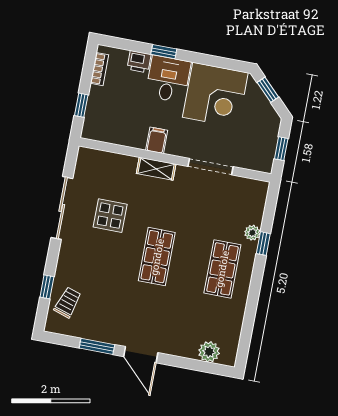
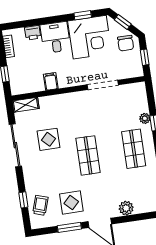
window: (164, 52) -> (83, 15), moved
chair: (262, 120) -> (126, 43), added
filing cabinet: (157, 140) -> (51, 81), moved
shelving: (156, 169) -> (26, 105), moved
display table: (111, 313) -> (71, 203), added
plant: (209, 352) -> (126, 208), moved

